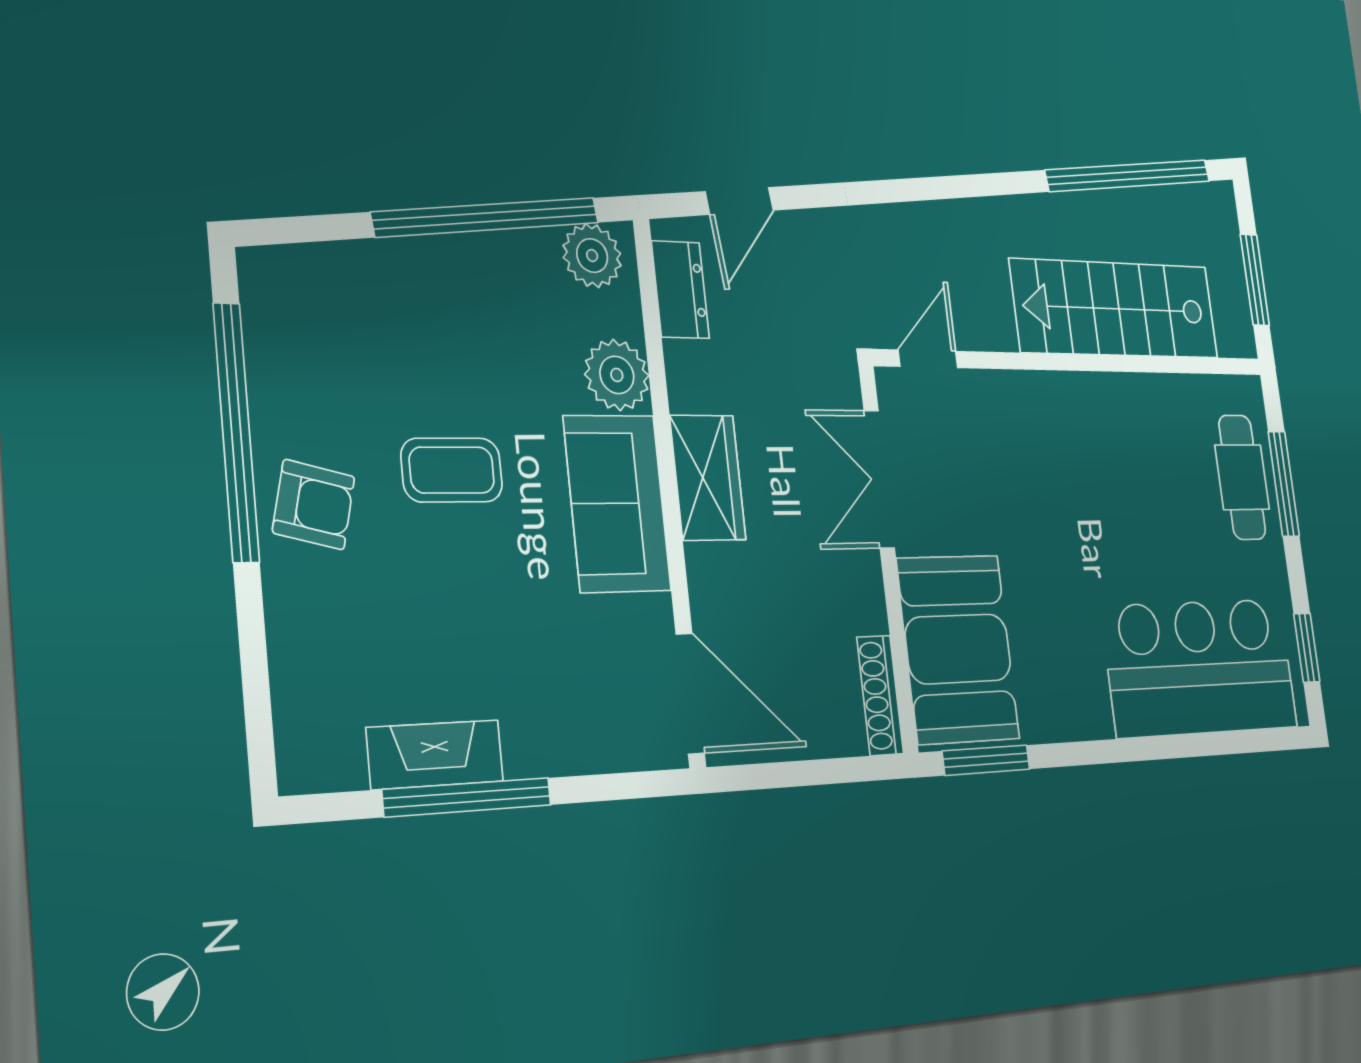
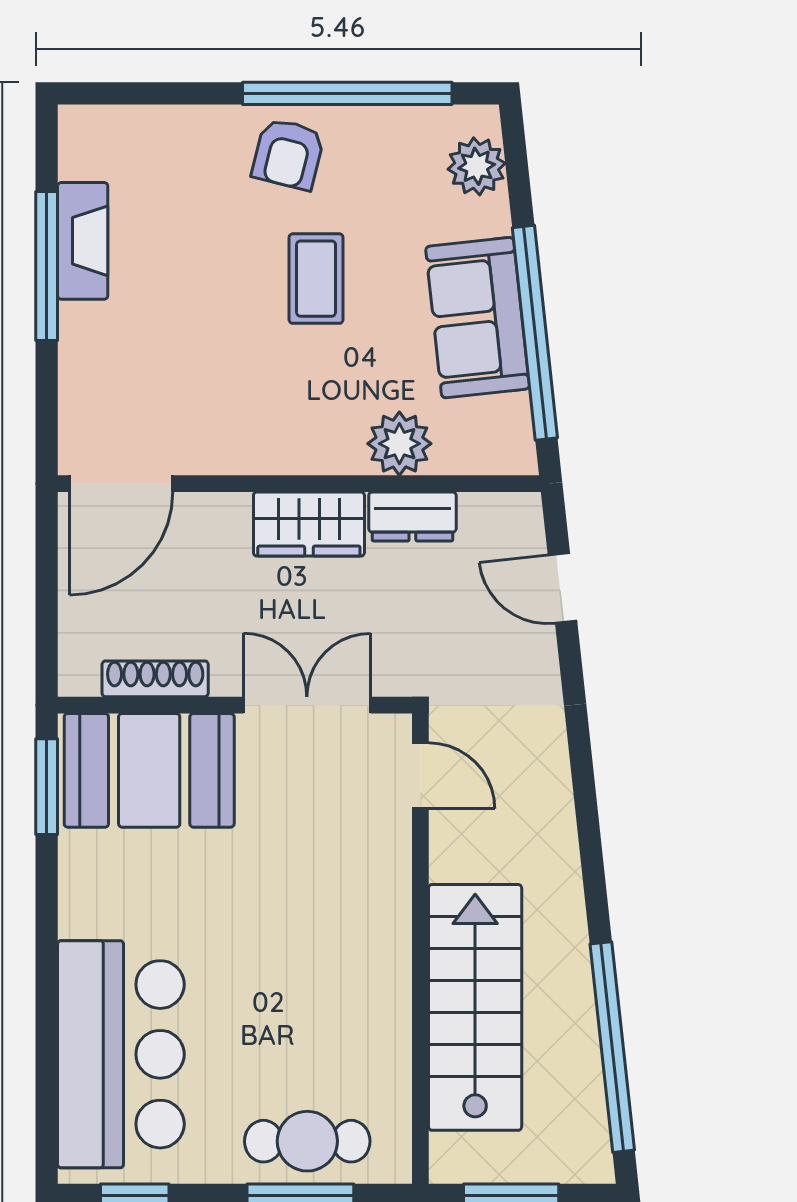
plant: (592, 256) -> (477, 166), moved
dresser: (680, 290) -> (412, 516), moved
sofa: (617, 503) -> (478, 318), moved, turned -96
shoe rack: (880, 695) -> (155, 679), moved

